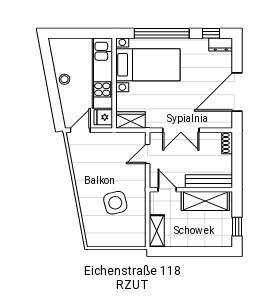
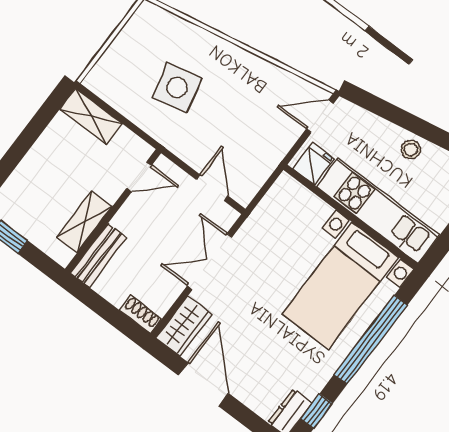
door: (237, 92) -> (203, 384), width x0.73
wardrobe: (131, 120) -> (184, 326), moved
door: (80, 130) -> (320, 116), swing flipped
bench: (209, 181) -> (99, 255), width x0.73
shelving: (205, 201) -> (84, 222), width x0.67, depth x0.75

